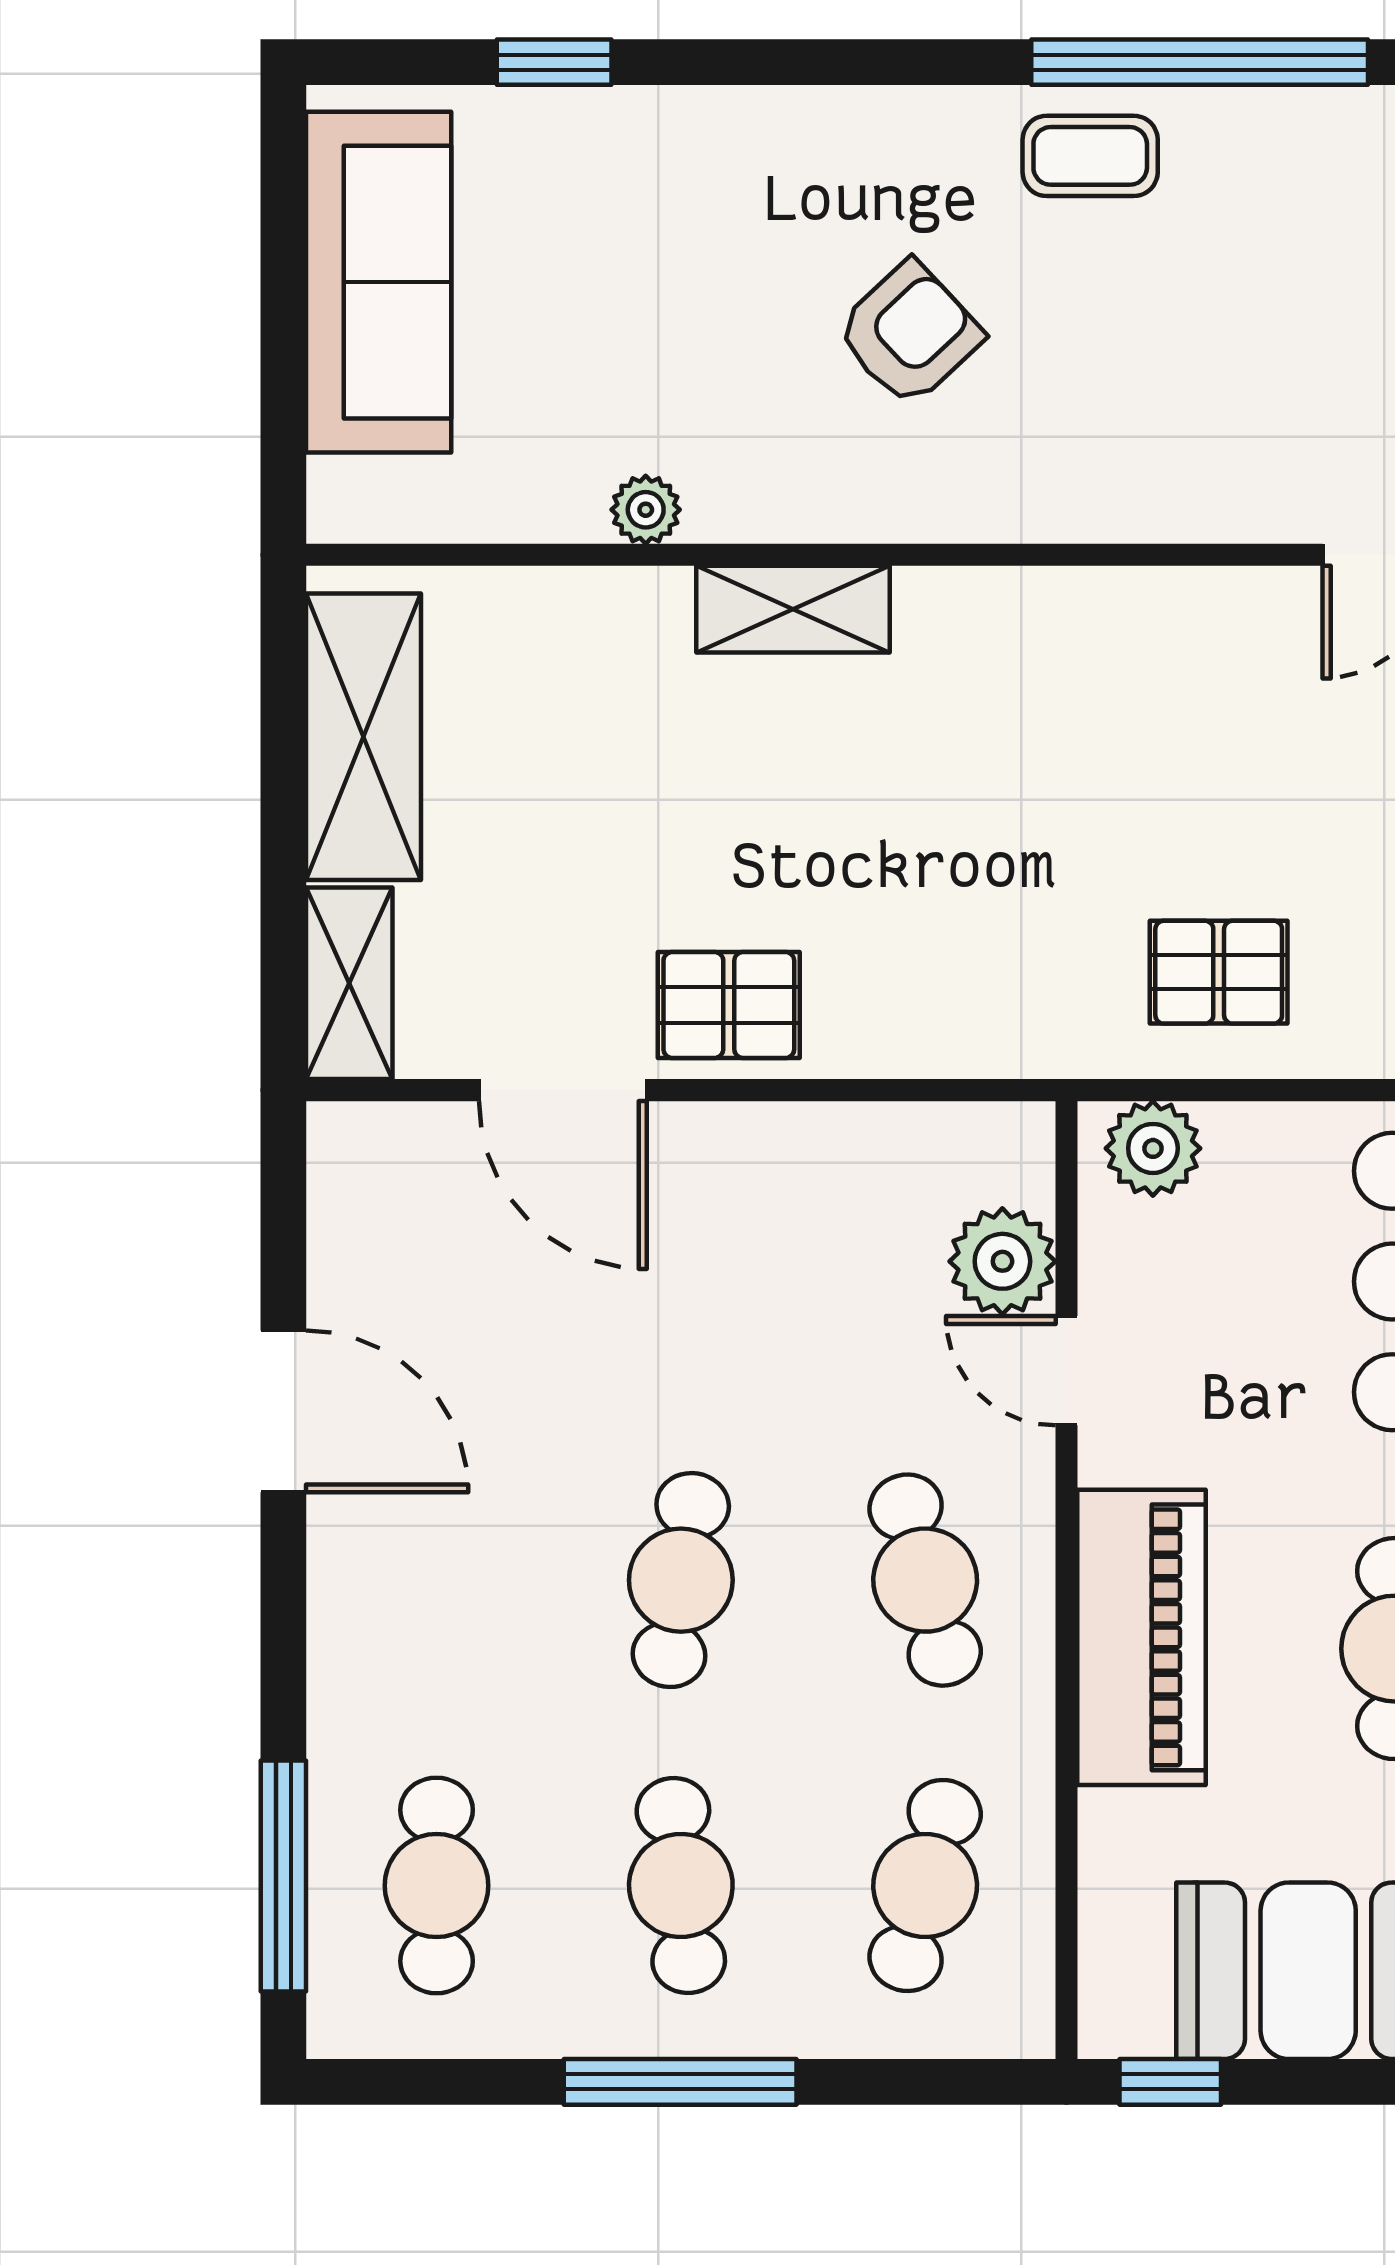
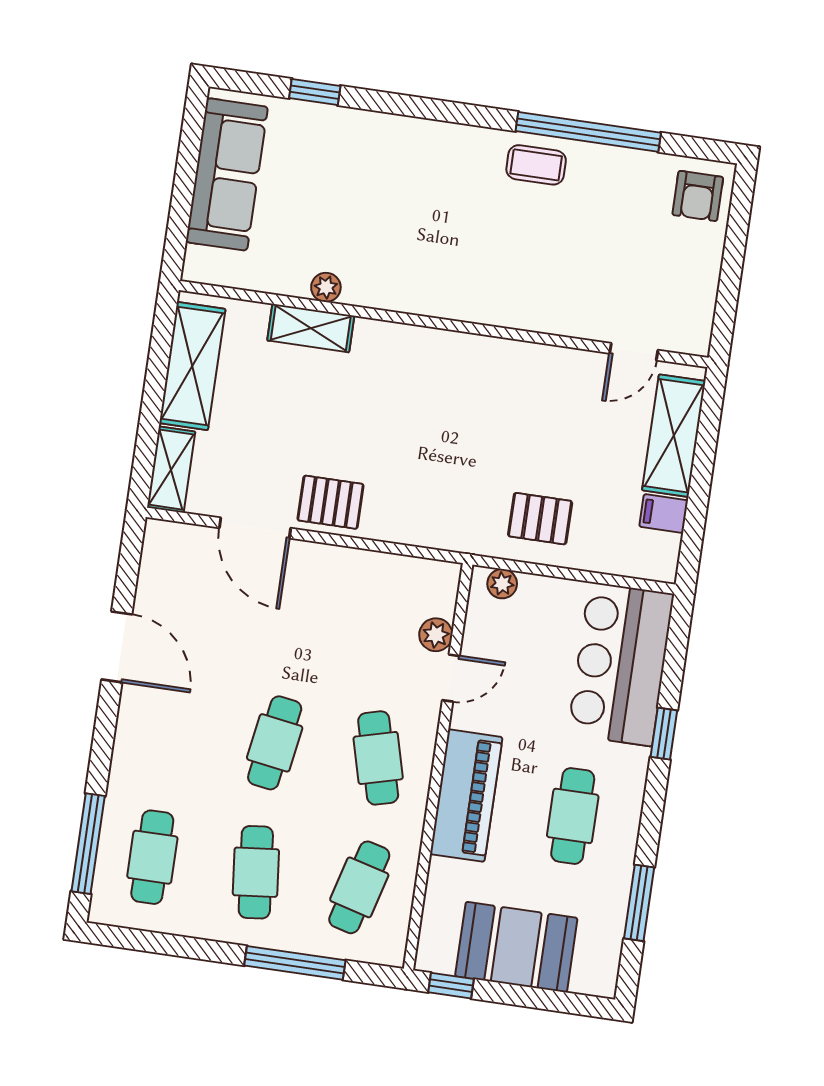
armchair: (909, 334) -> (448, 229), removed
shelving: (793, 609) -> (311, 328), moved
plant: (1153, 1148) -> (502, 584), width x0.73, depth x0.73
plant: (1002, 1261) -> (436, 635), width x0.73, depth x0.73
door: (1066, 1371) -> (451, 678), swing flipped
window: (680, 2082) -> (295, 963), moved

